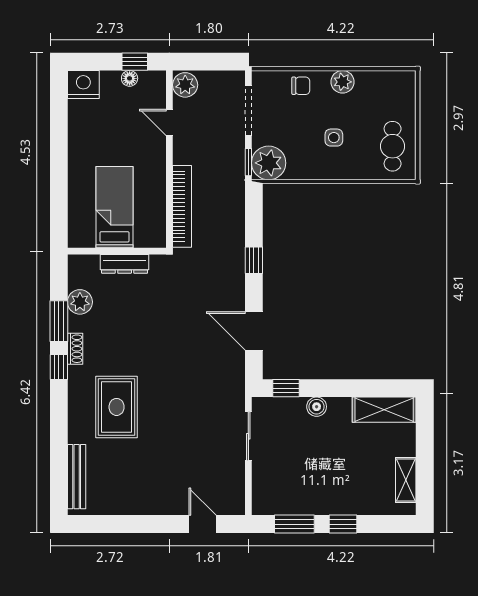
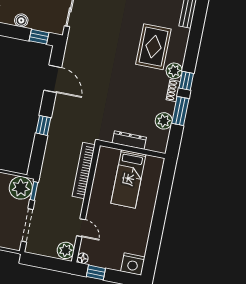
floor lamp: (130, 78) -> (83, 258), moved
plant: (79, 378) -> (174, 71), added

